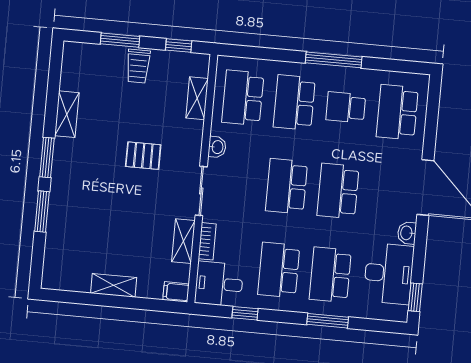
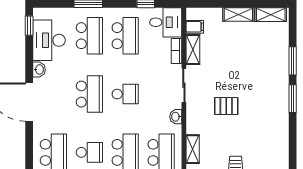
shelving: (67, 114) -> (271, 15), moved, turned 90
school desk: (287, 186) -> (125, 94), width x0.54
filing cabinet: (176, 292) -> (195, 27), moved

